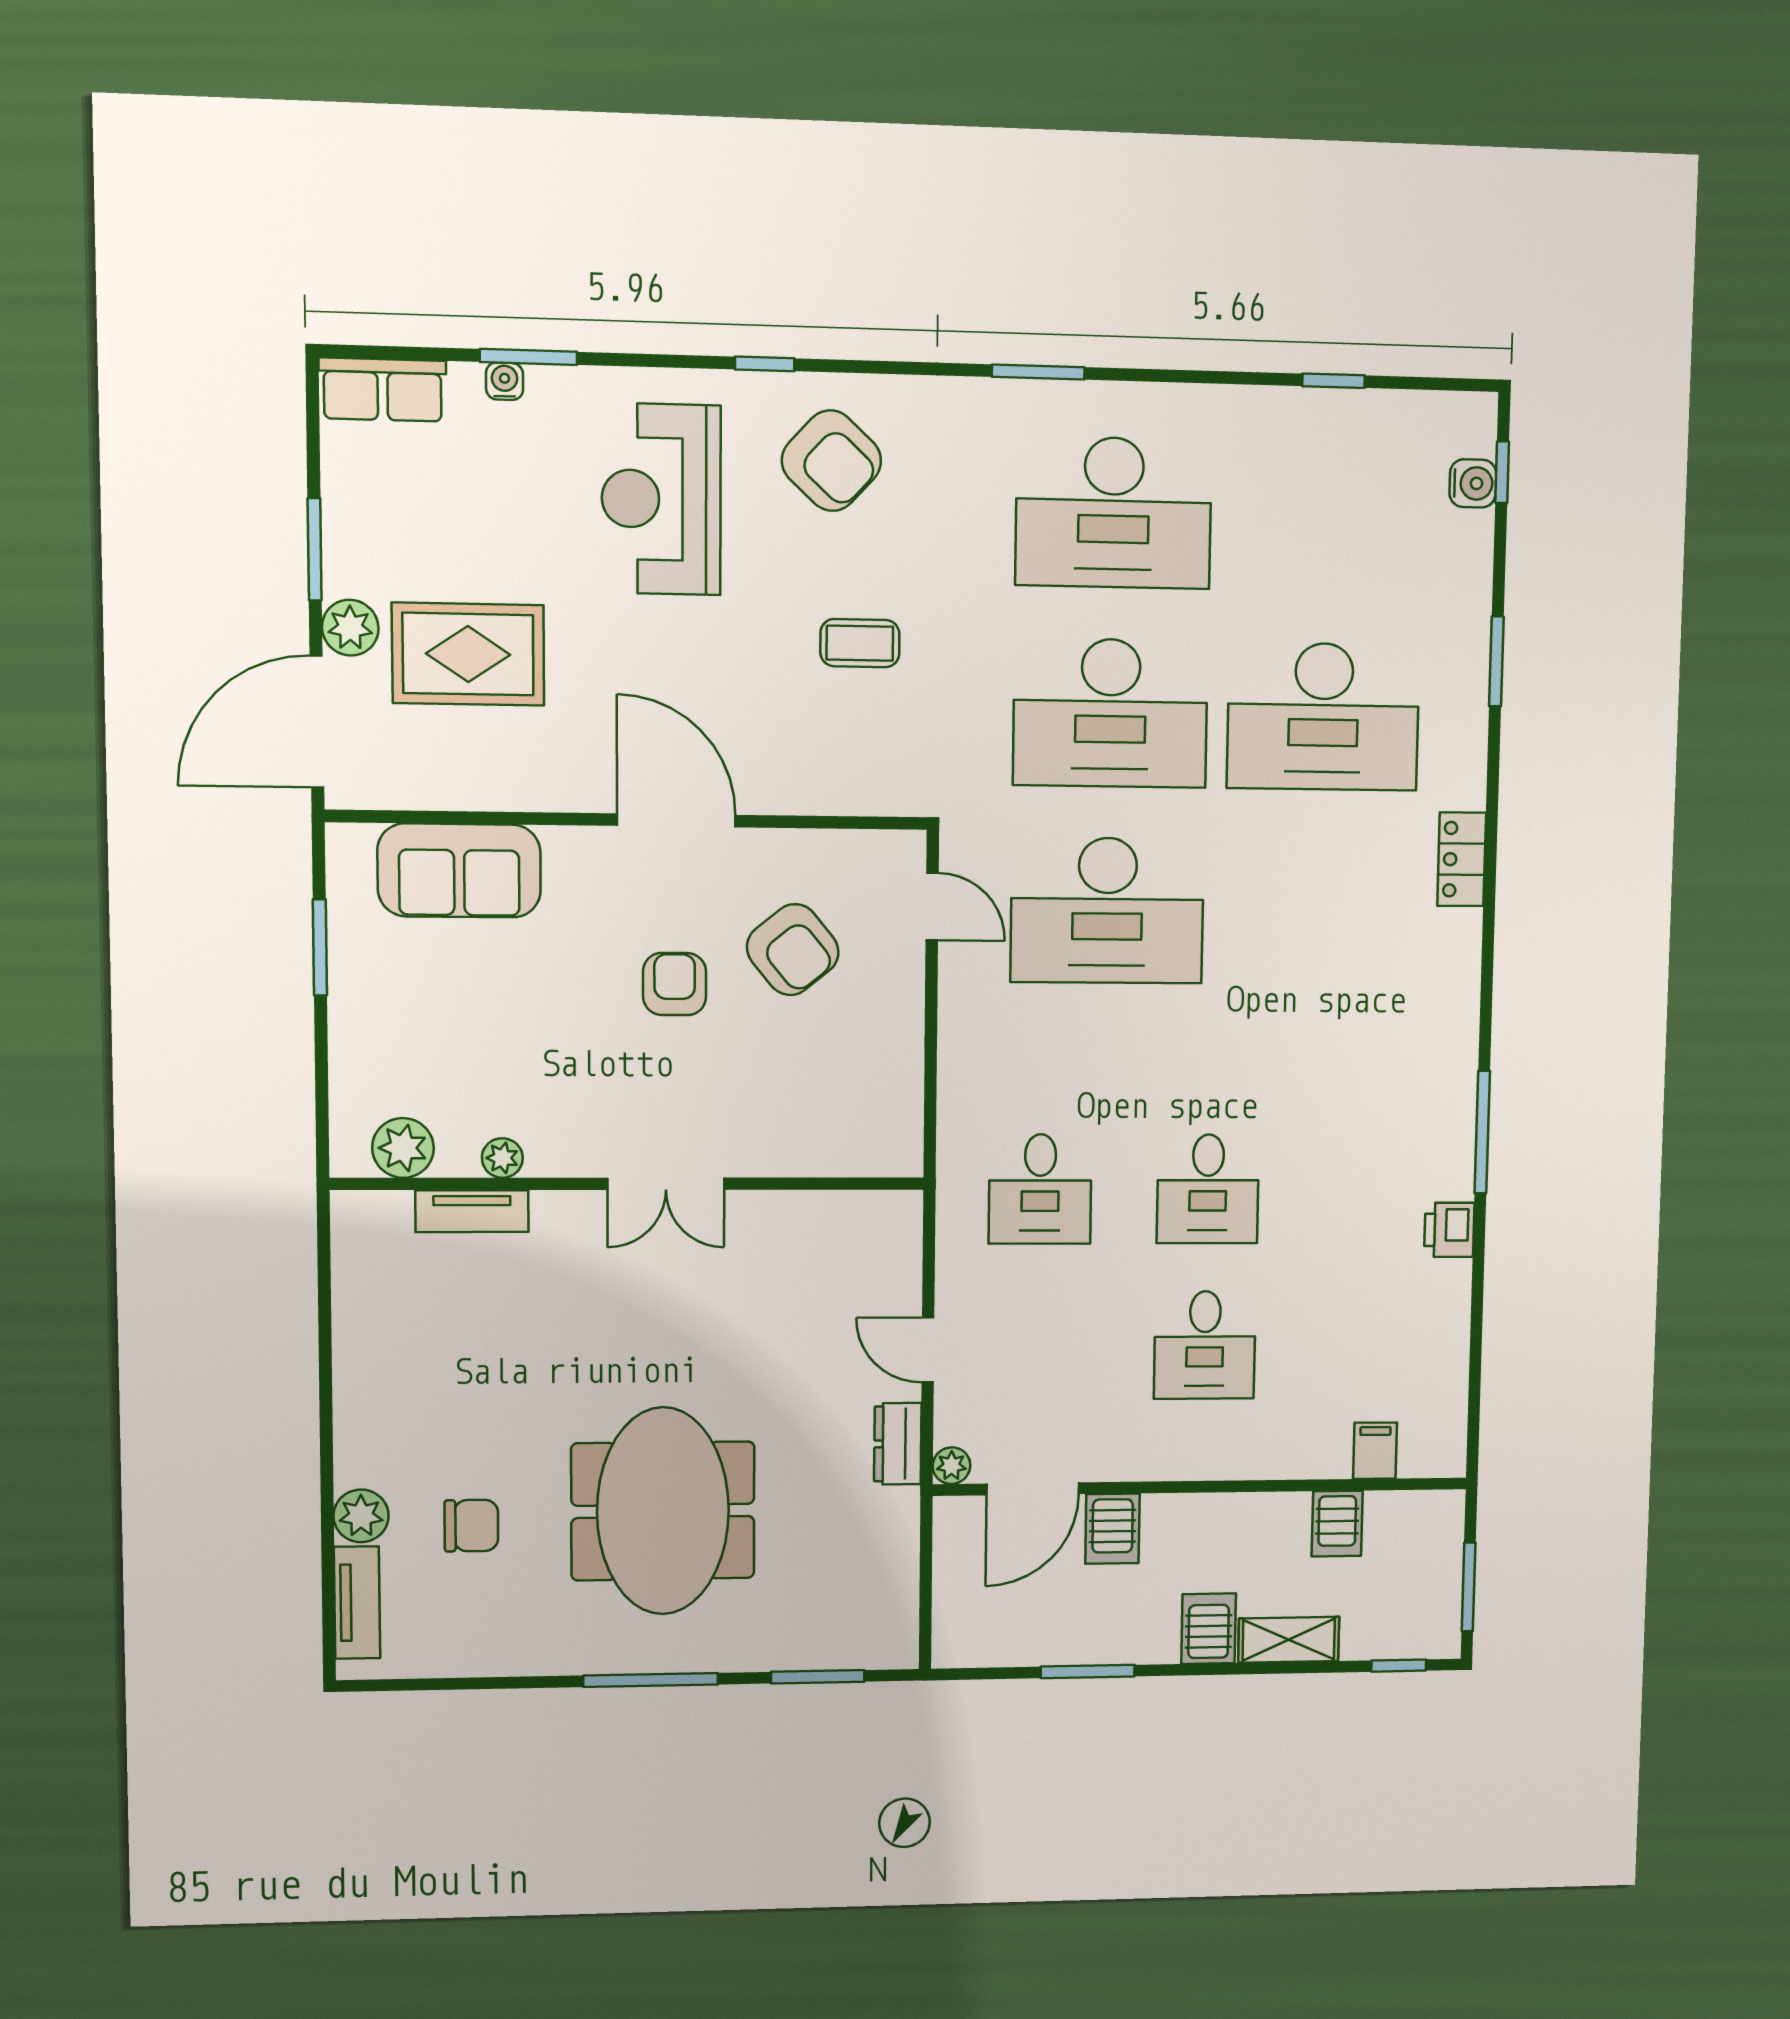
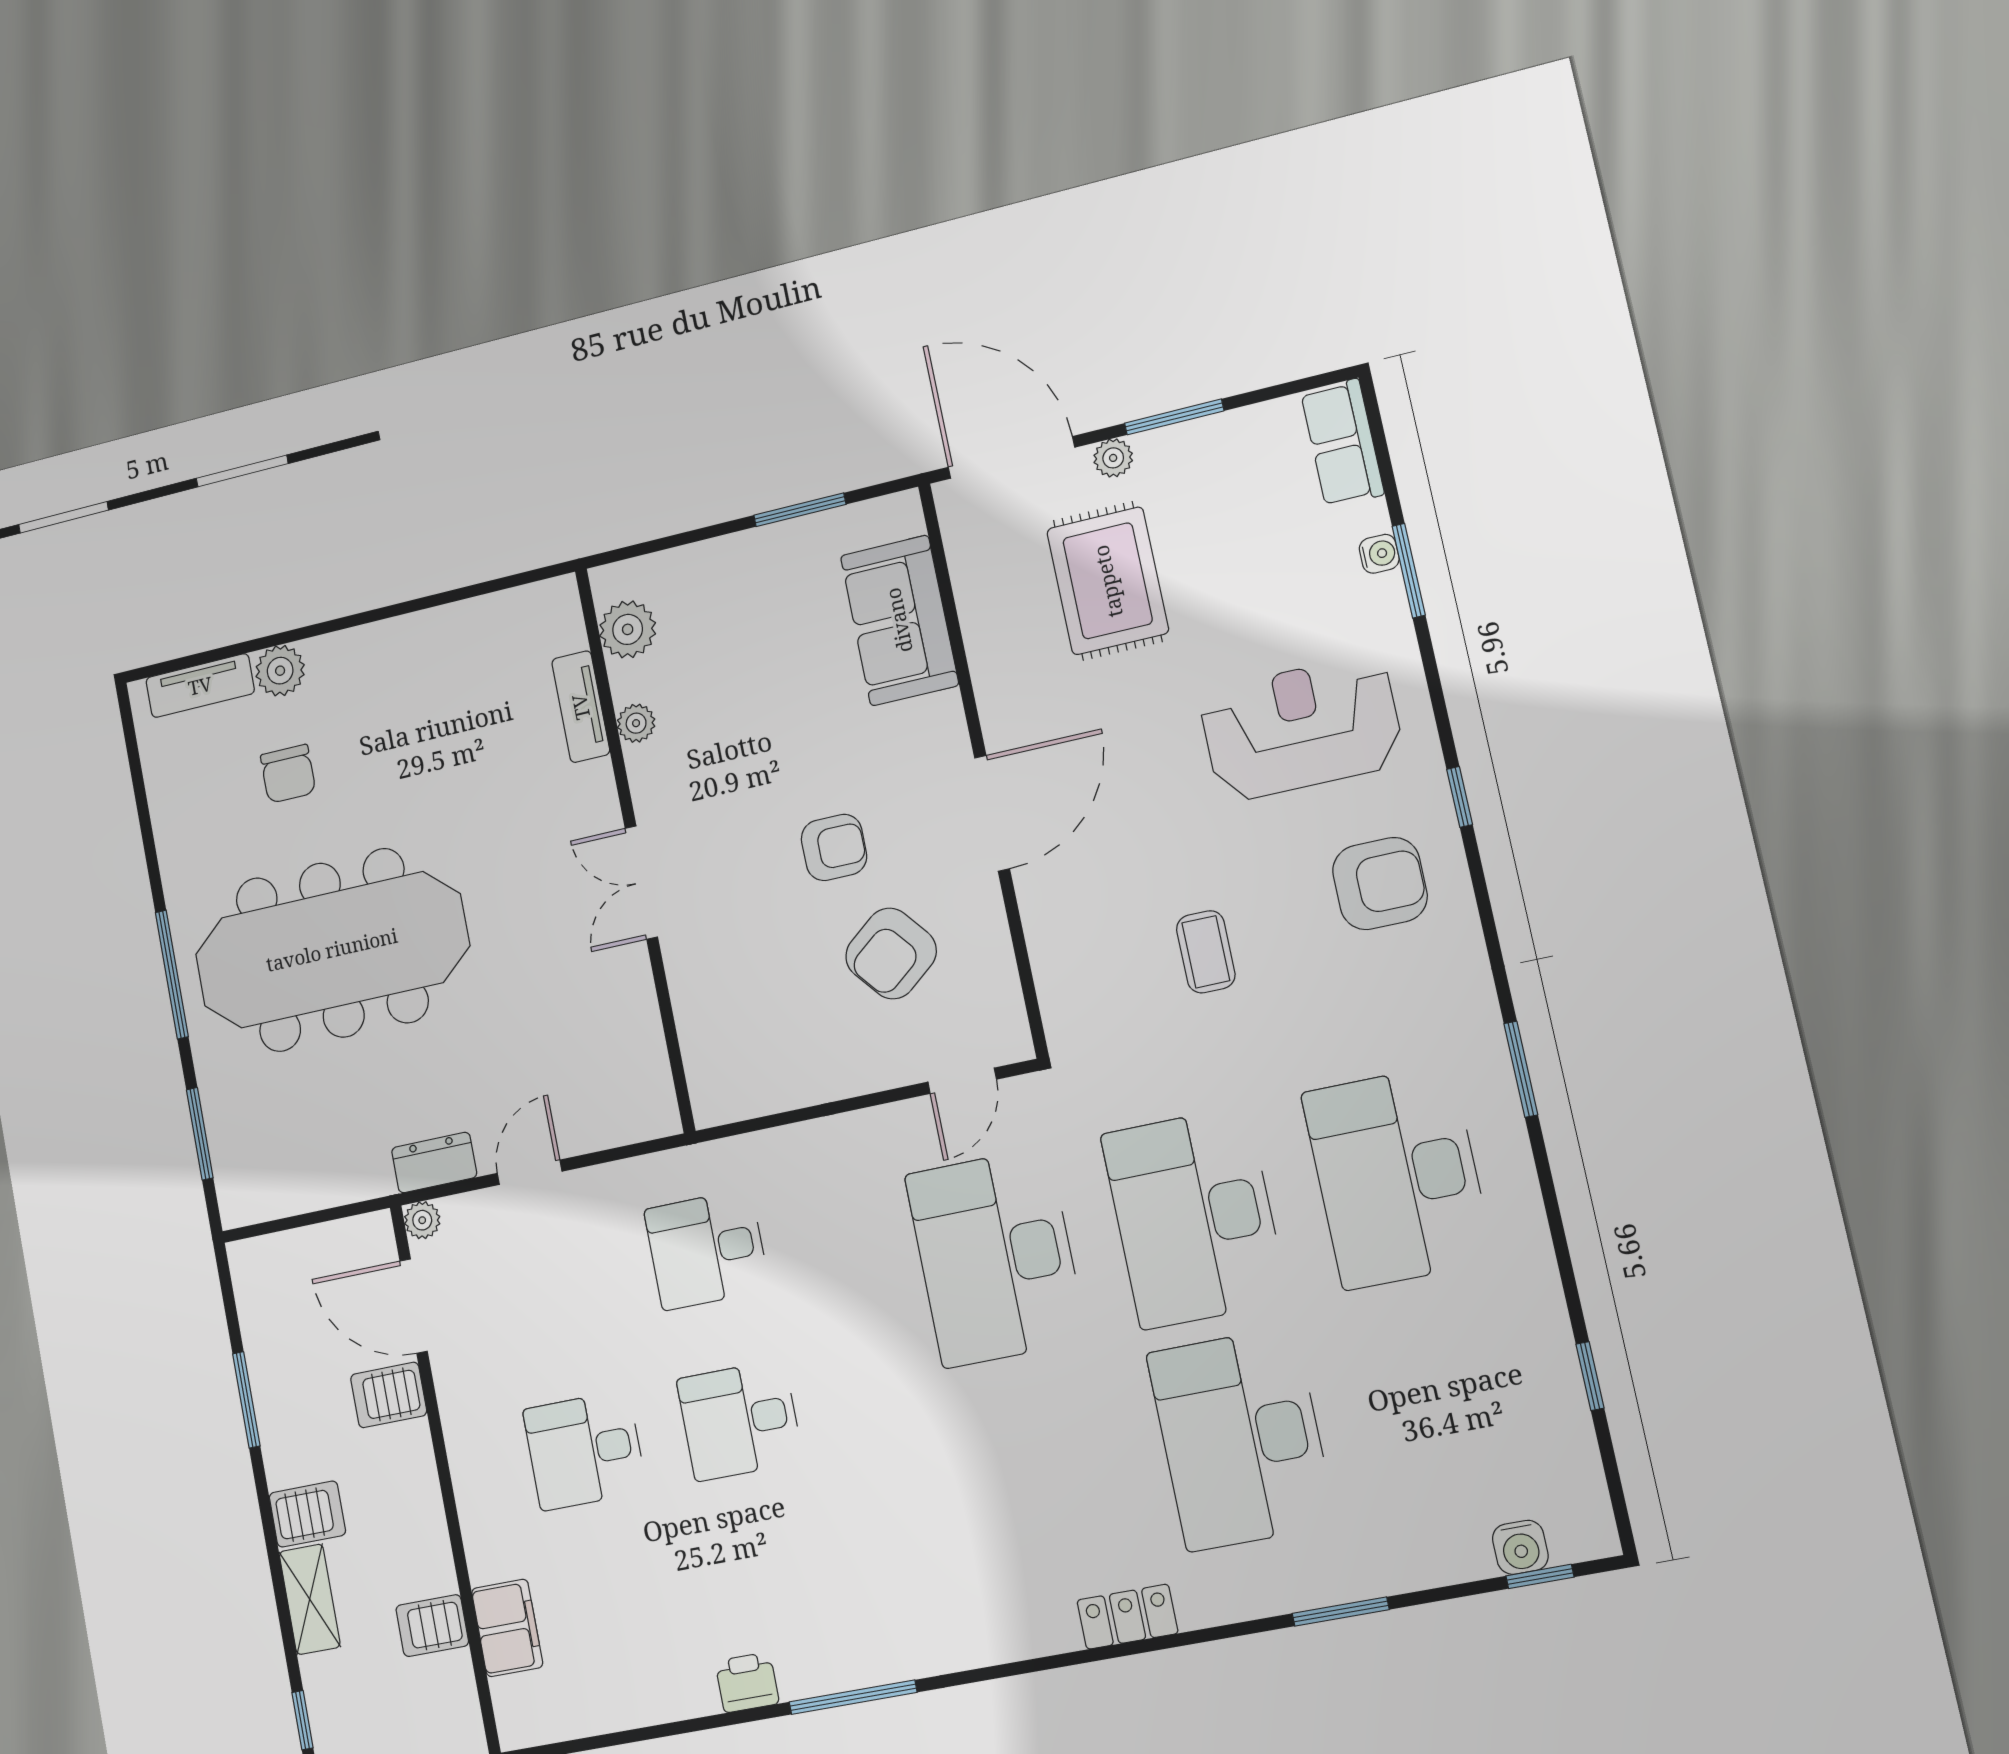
armchair: (831, 461) -> (1380, 884), turned -133
plant: (350, 628) -> (1113, 458), width x0.73, depth x0.73
filing cabinet: (1375, 1451) -> (507, 1628), width x2.00
meeting table: (663, 1511) -> (332, 950), width x1.36

